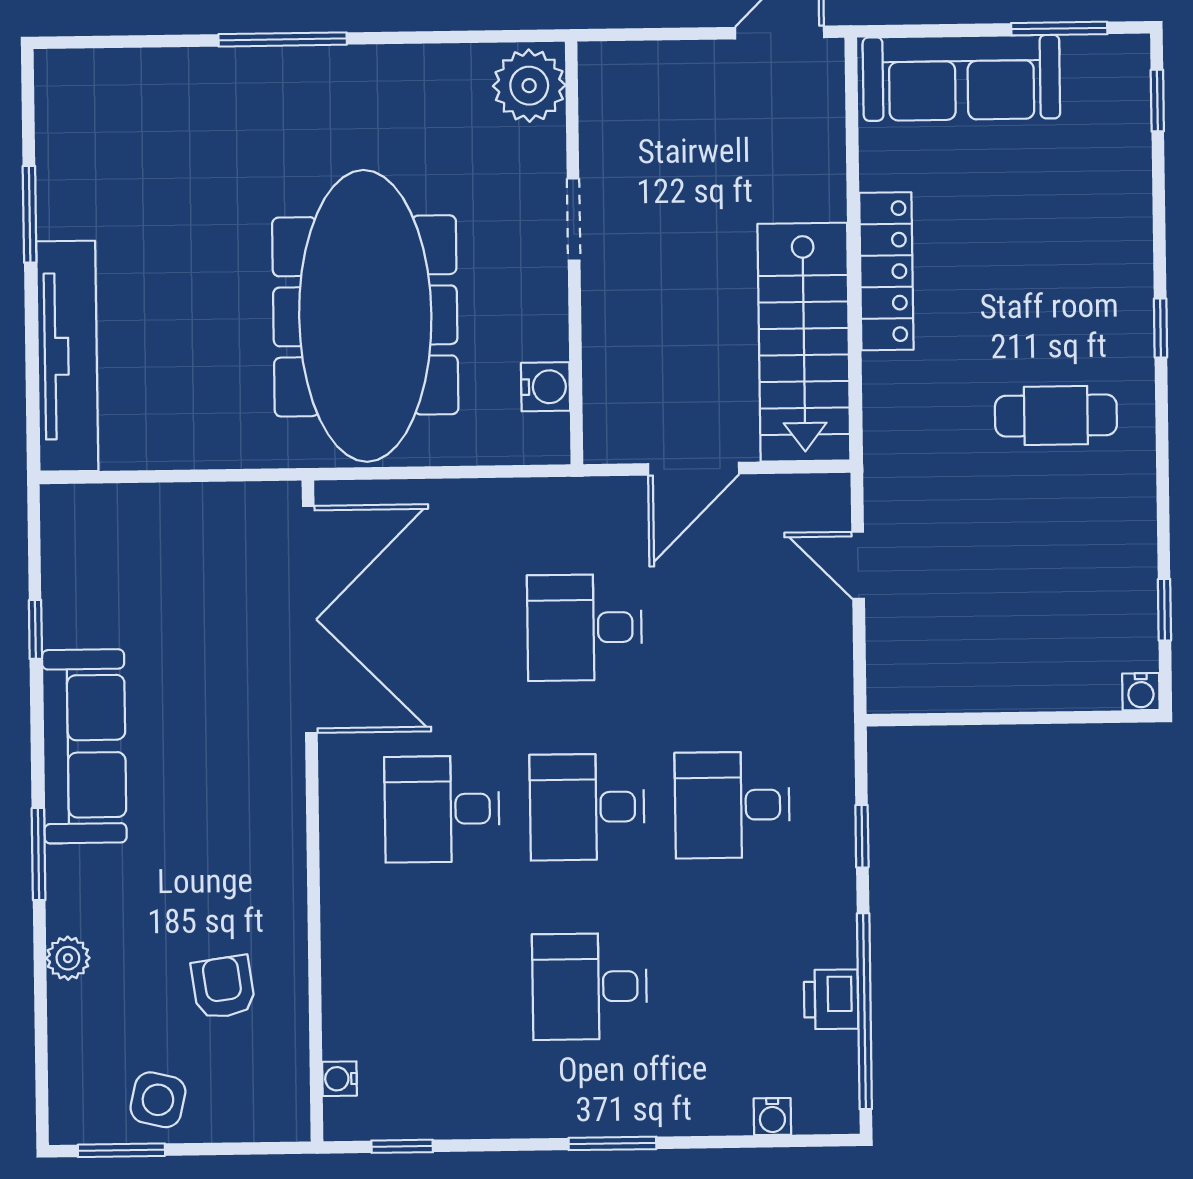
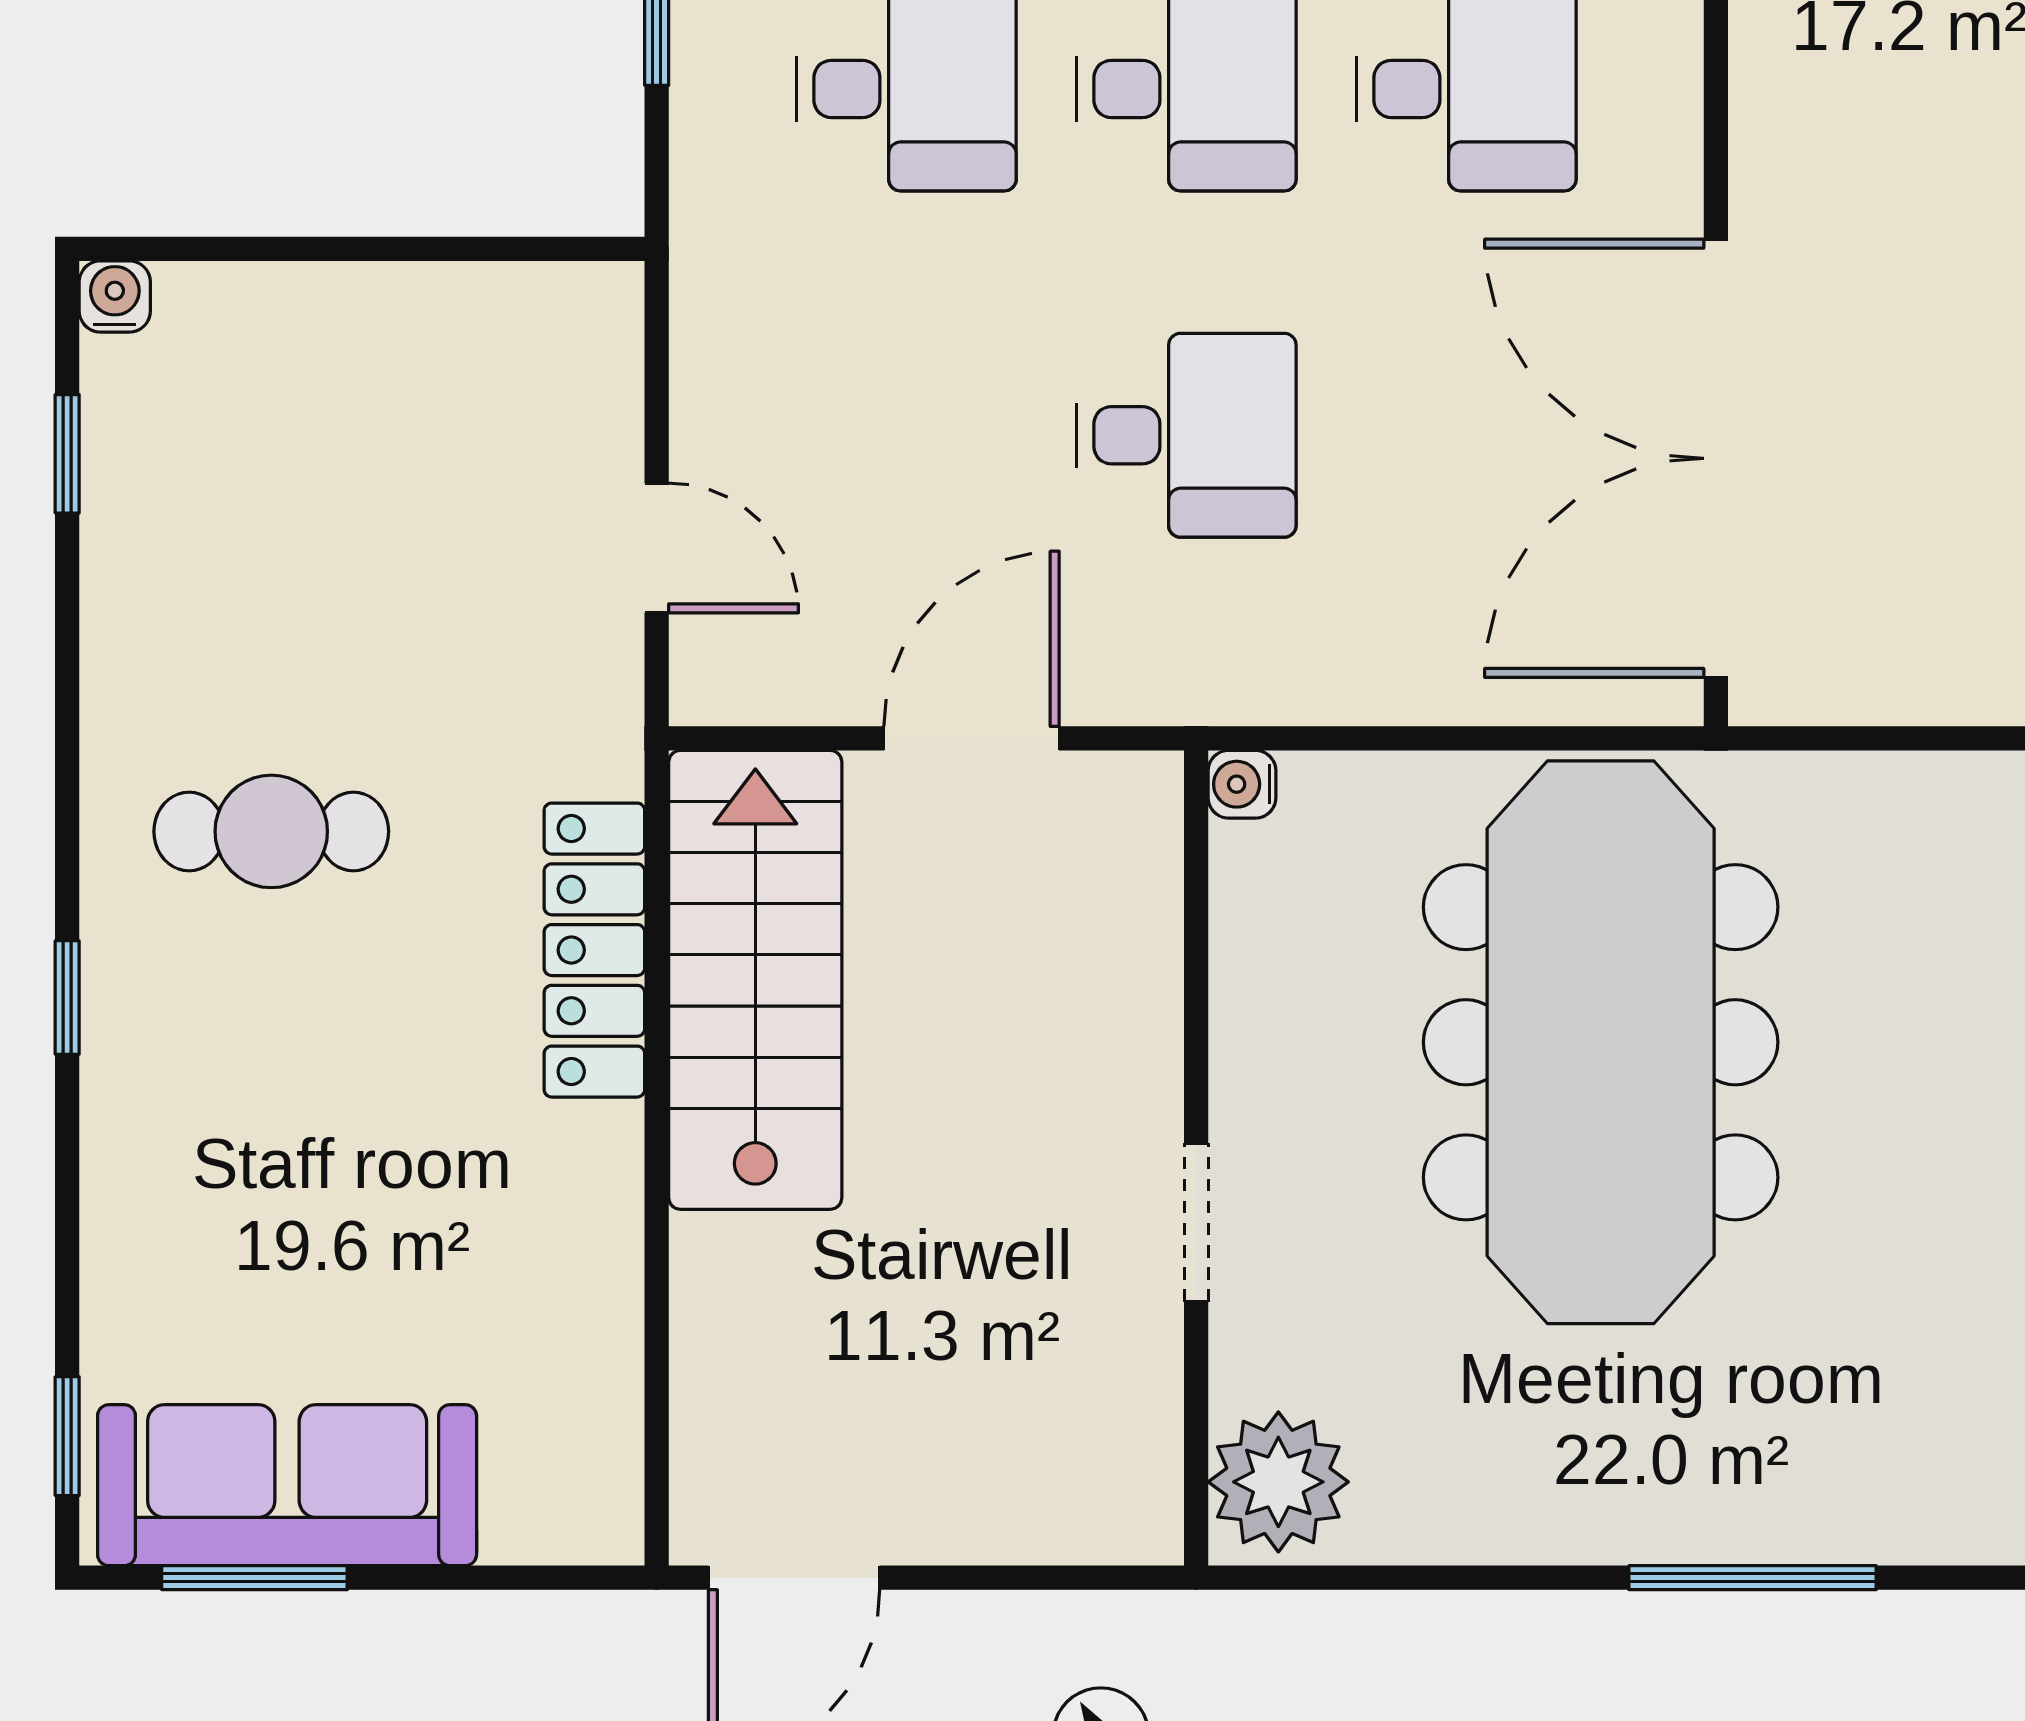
sofa: (961, 78) -> (287, 1485), moved
locker: (886, 271) -> (594, 950), moved
water cooler: (545, 387) -> (1242, 784), moved, width x0.72, depth x0.72

